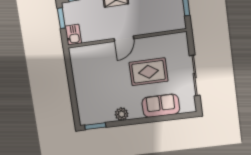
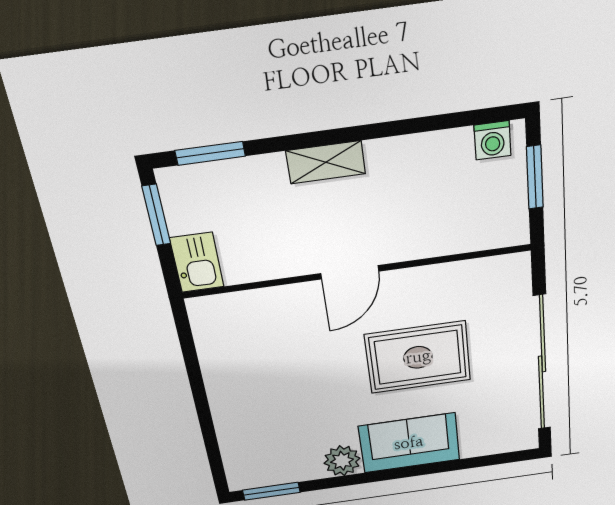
sliding door: (195, 76) -> (542, 364), width x1.36
sofa: (161, 106) -> (409, 443), moved

